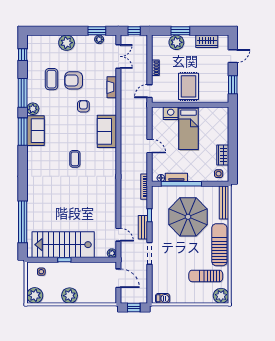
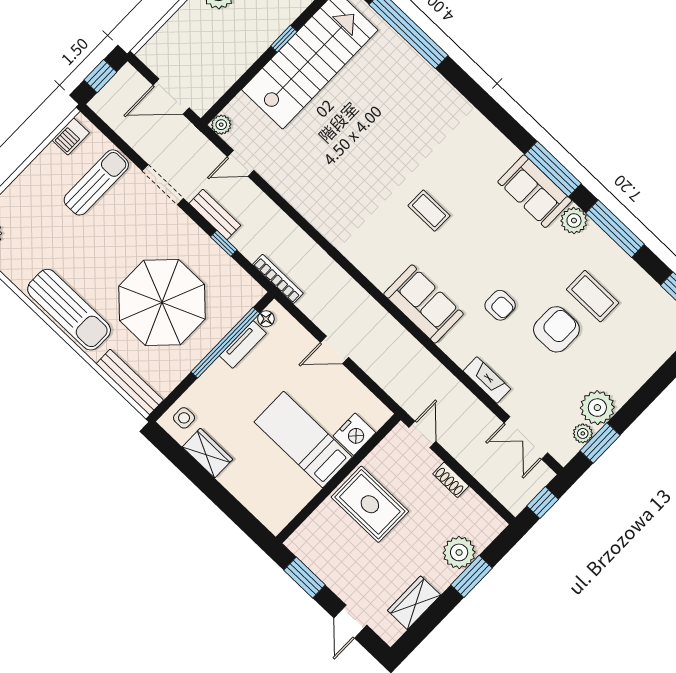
plant: (67, 43) -> (597, 408), moved
sun lounger: (206, 276) -> (96, 182), moved

